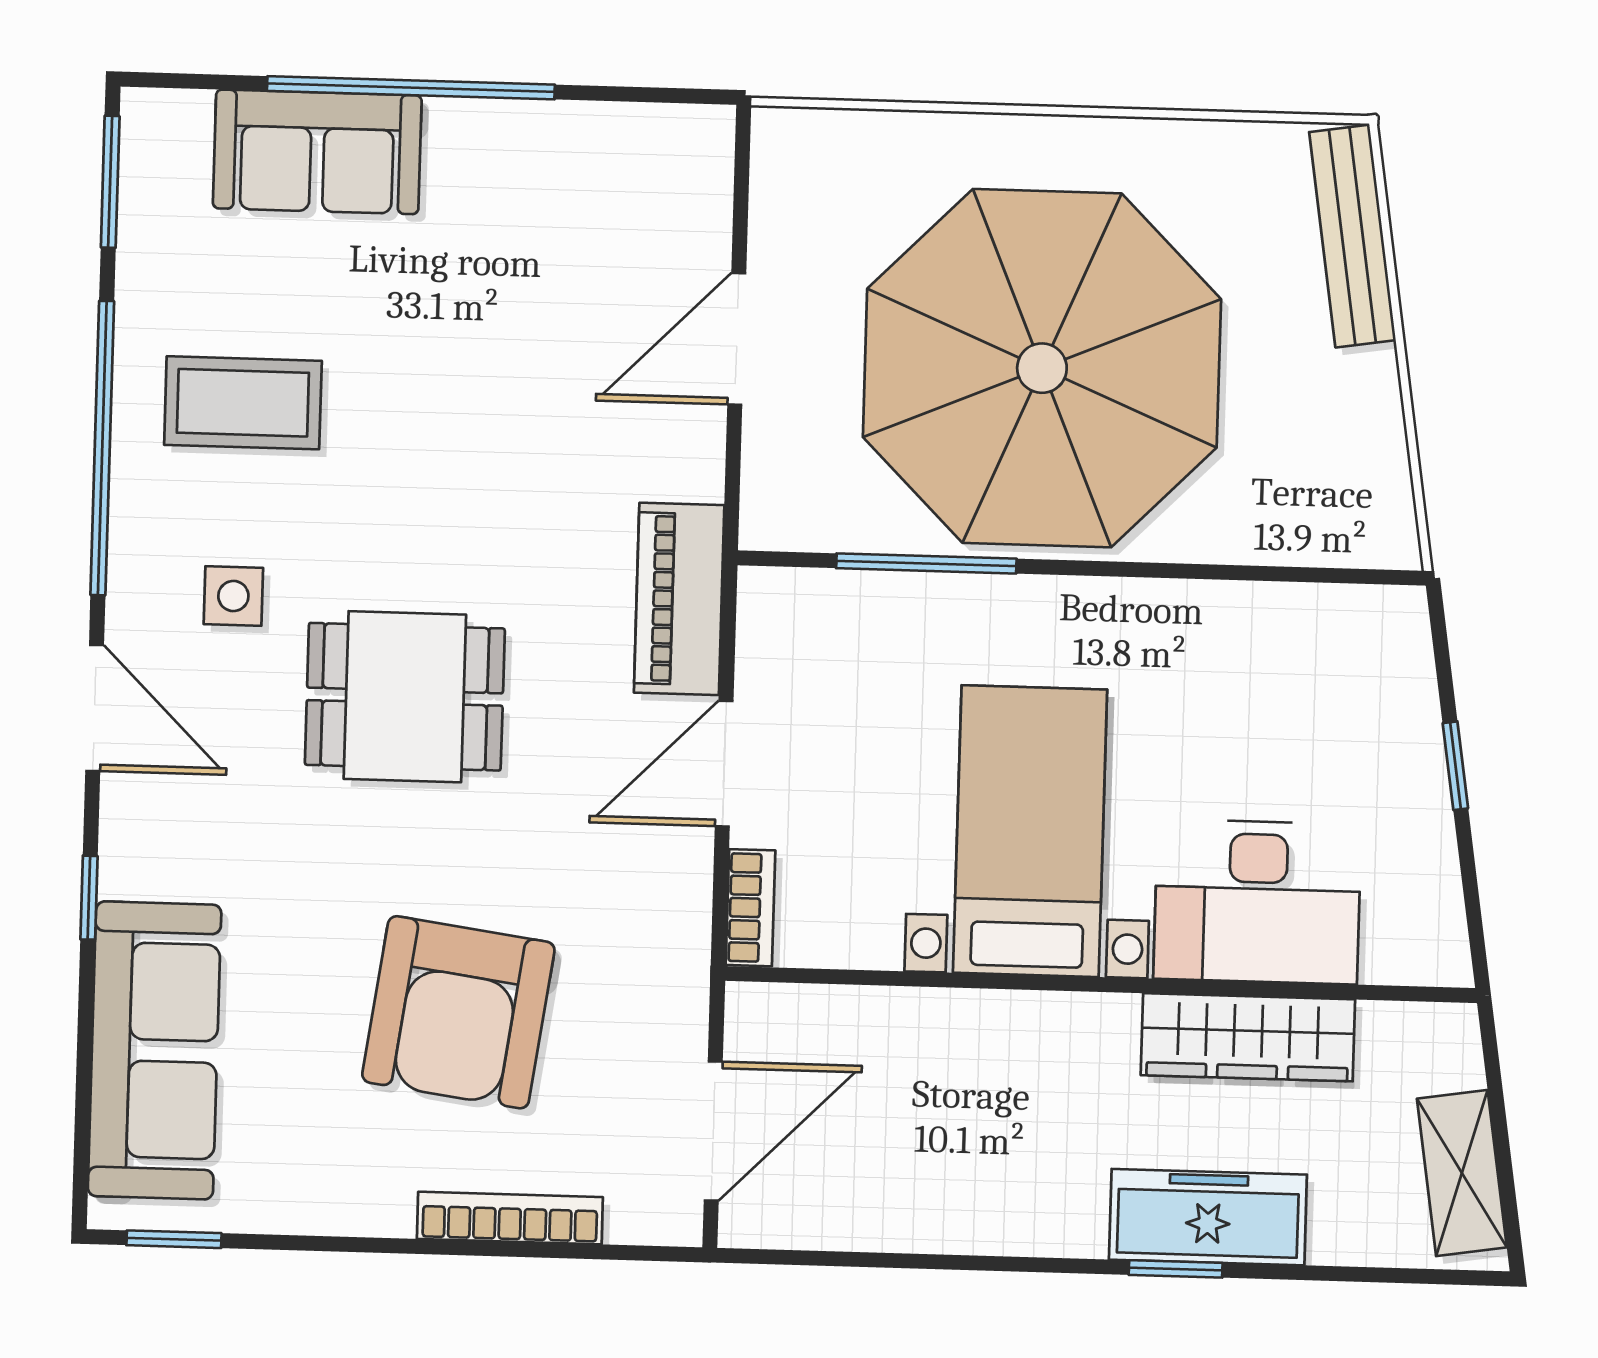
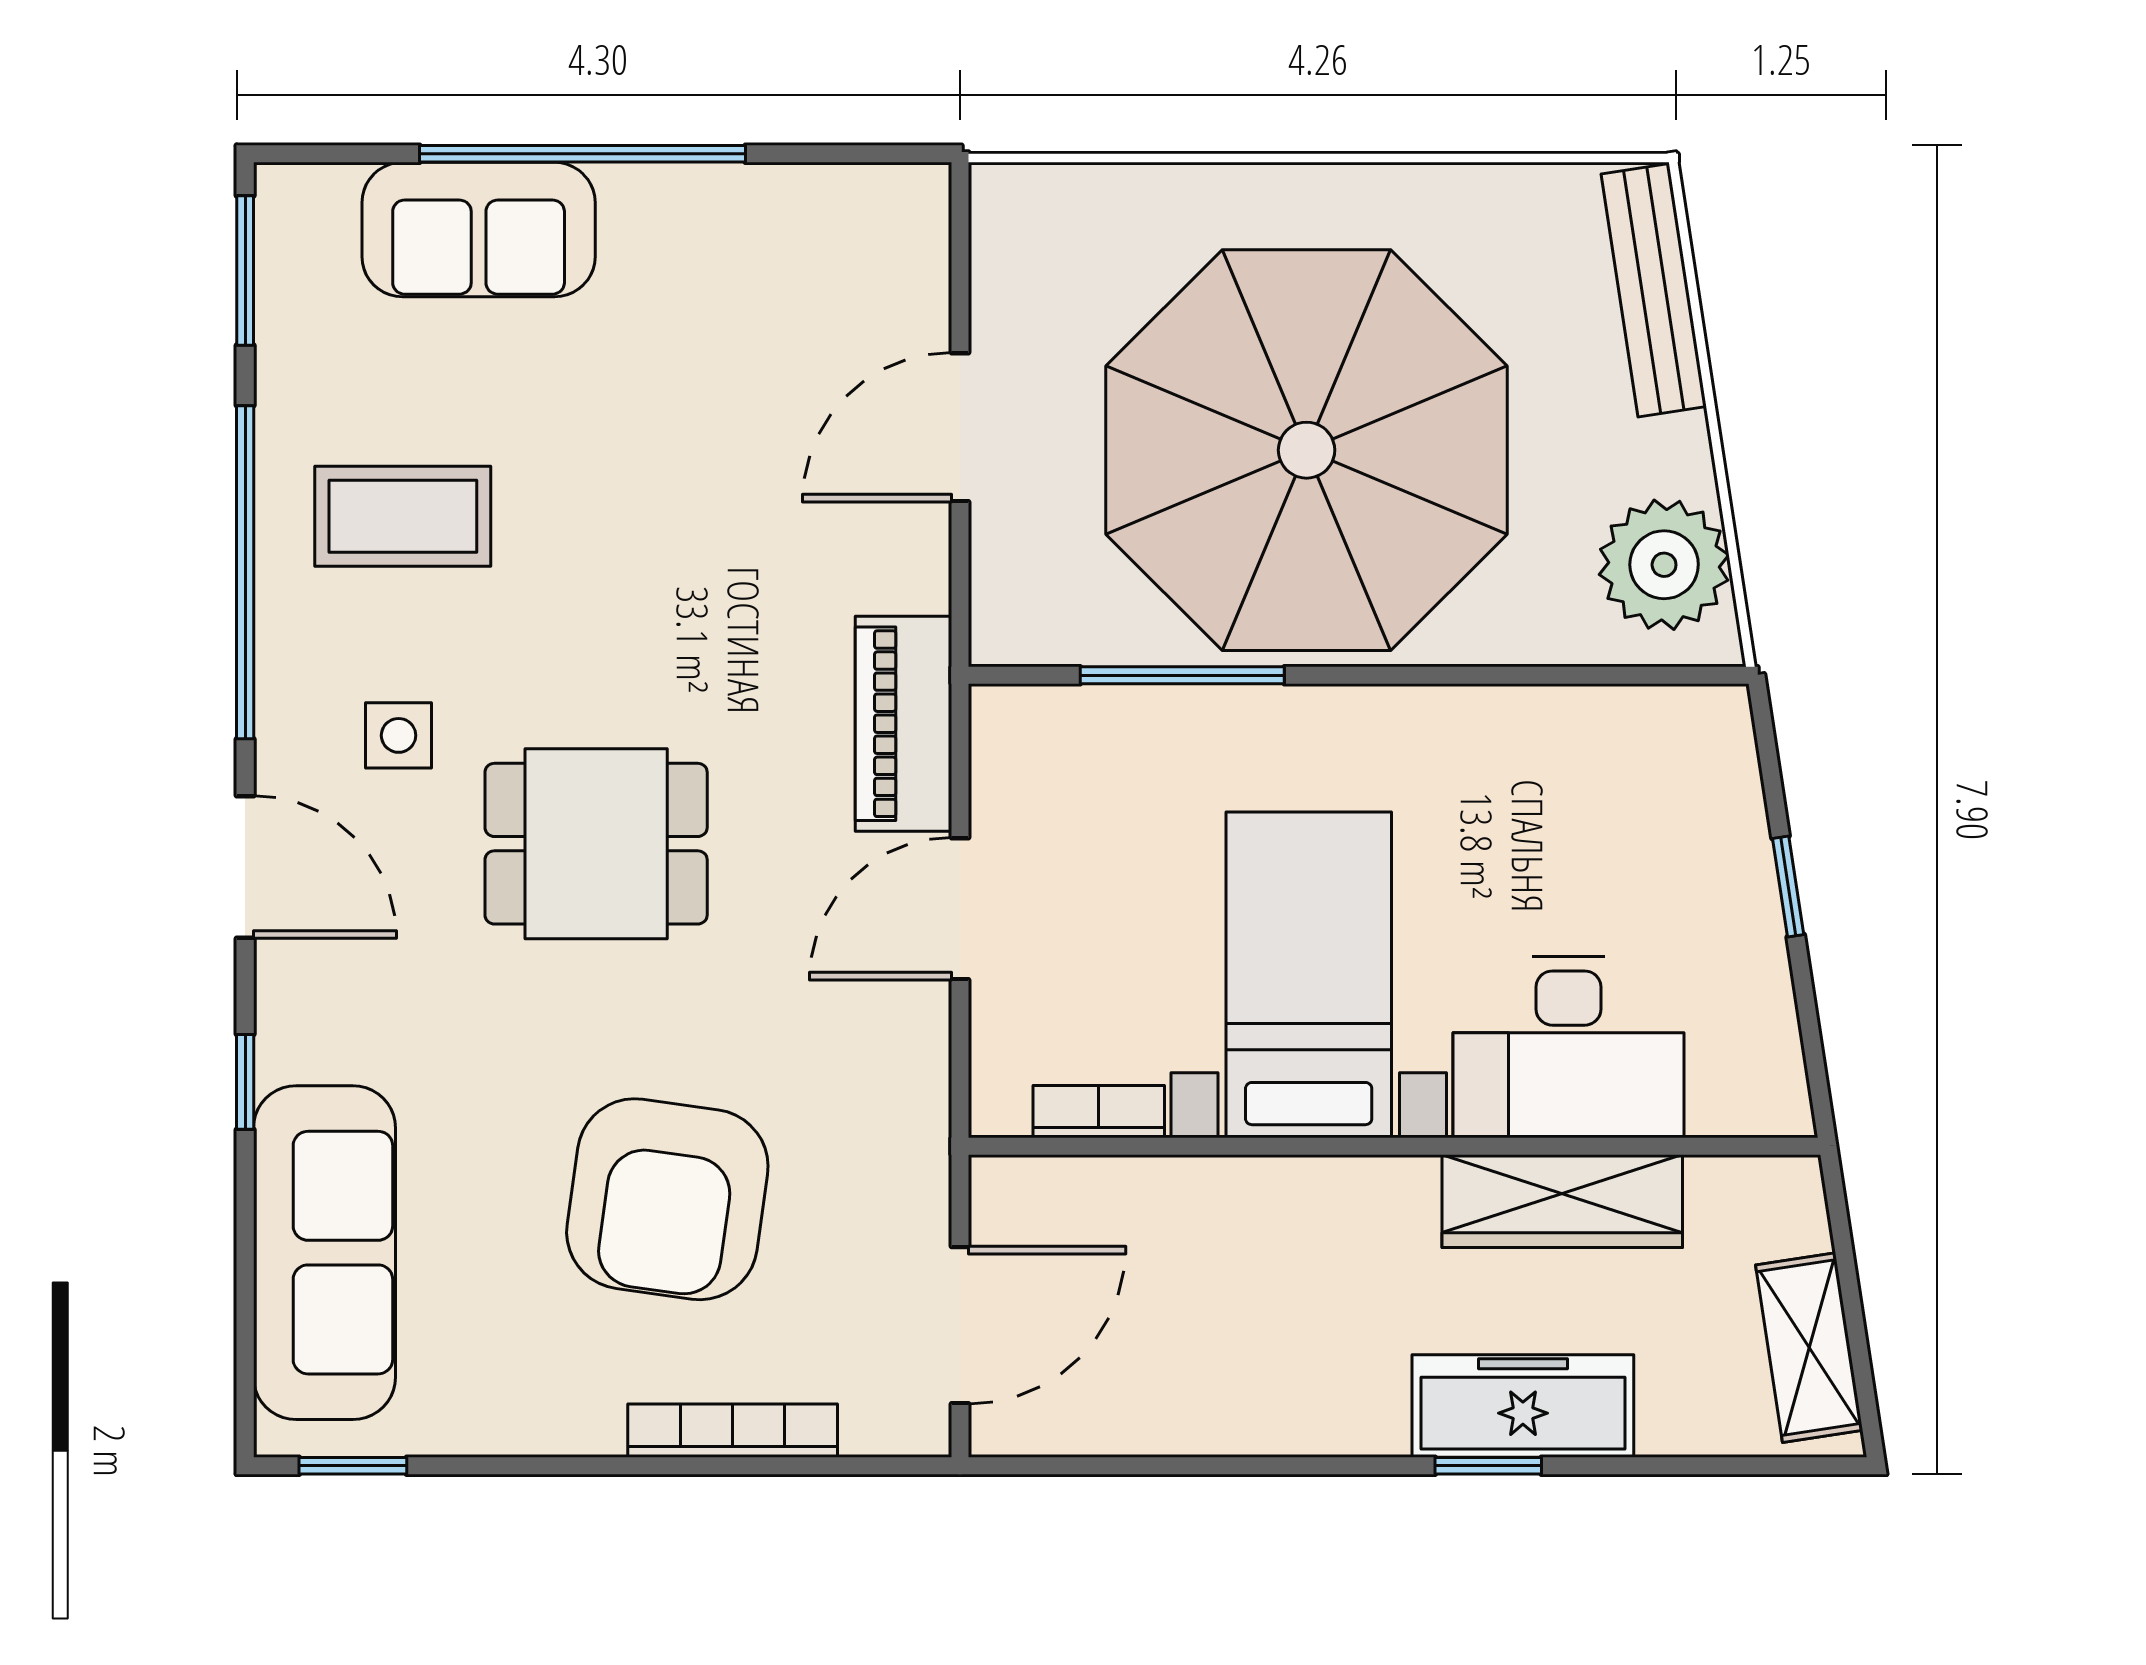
plant: (1354, 479) -> (1664, 565), added
bookcase: (750, 908) -> (1099, 1112), moved, turned -90

